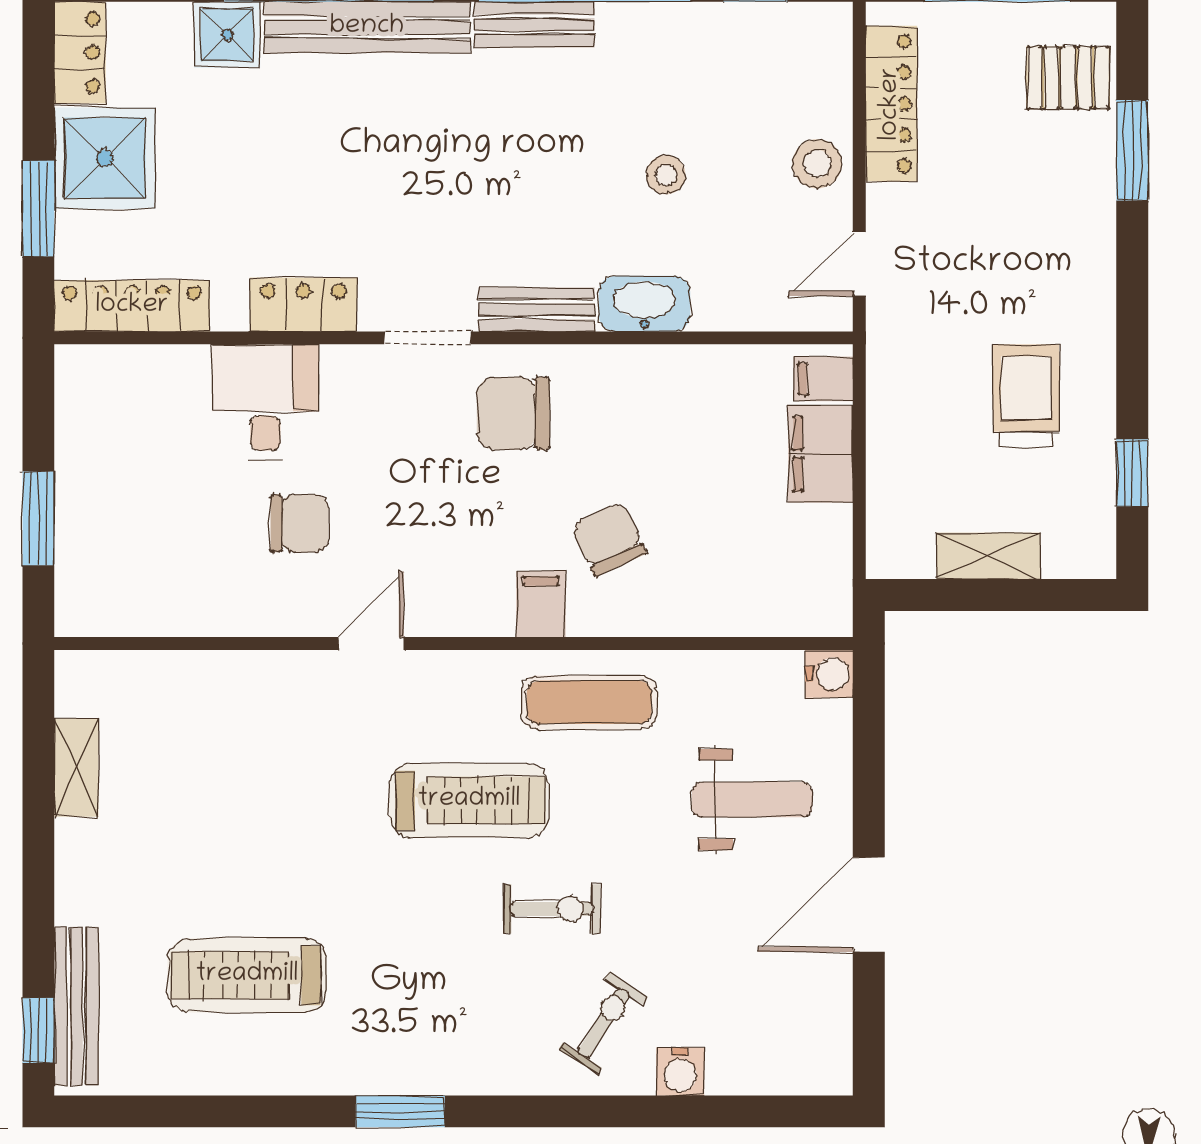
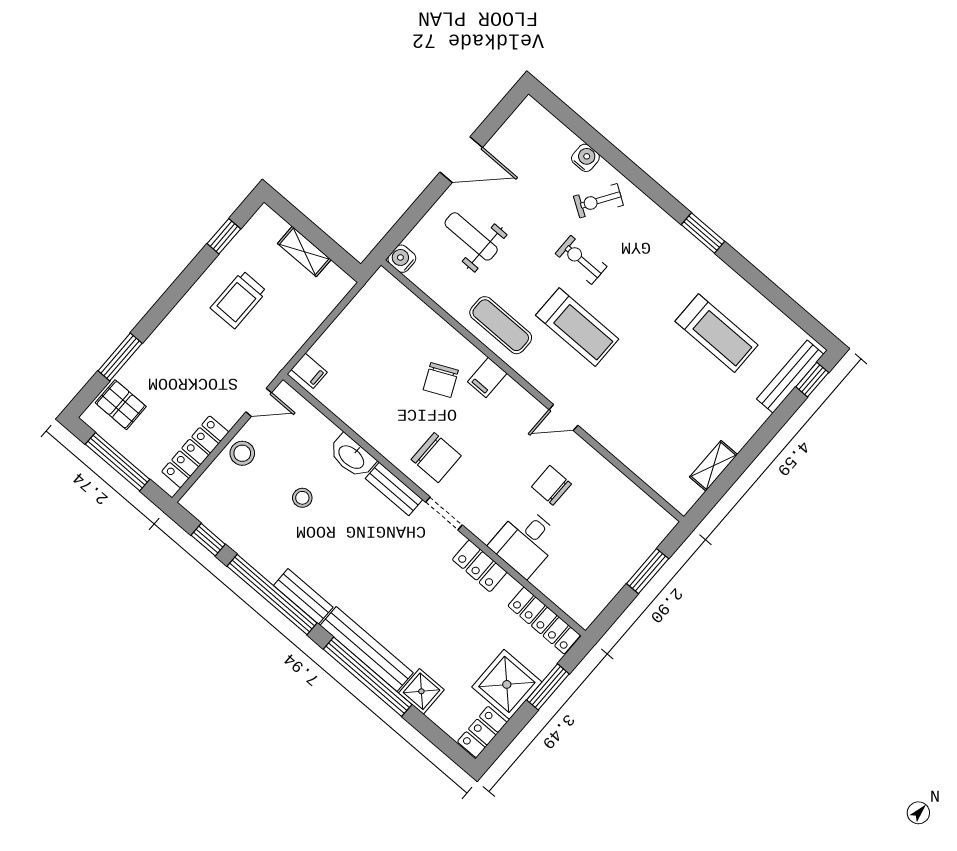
filing cabinet: (821, 454) -> (334, 344), removed
treadmill: (469, 800) -> (577, 327), turned 180

